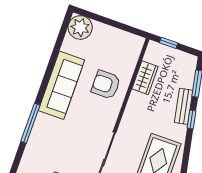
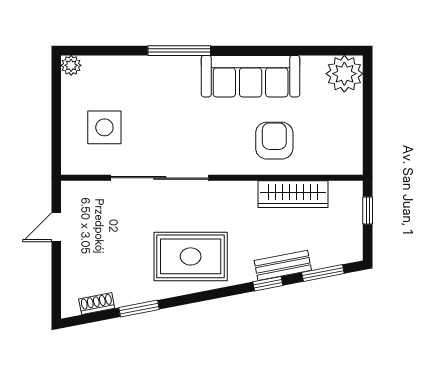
wardrobe: (145, 78) -> (293, 194), width x1.50

